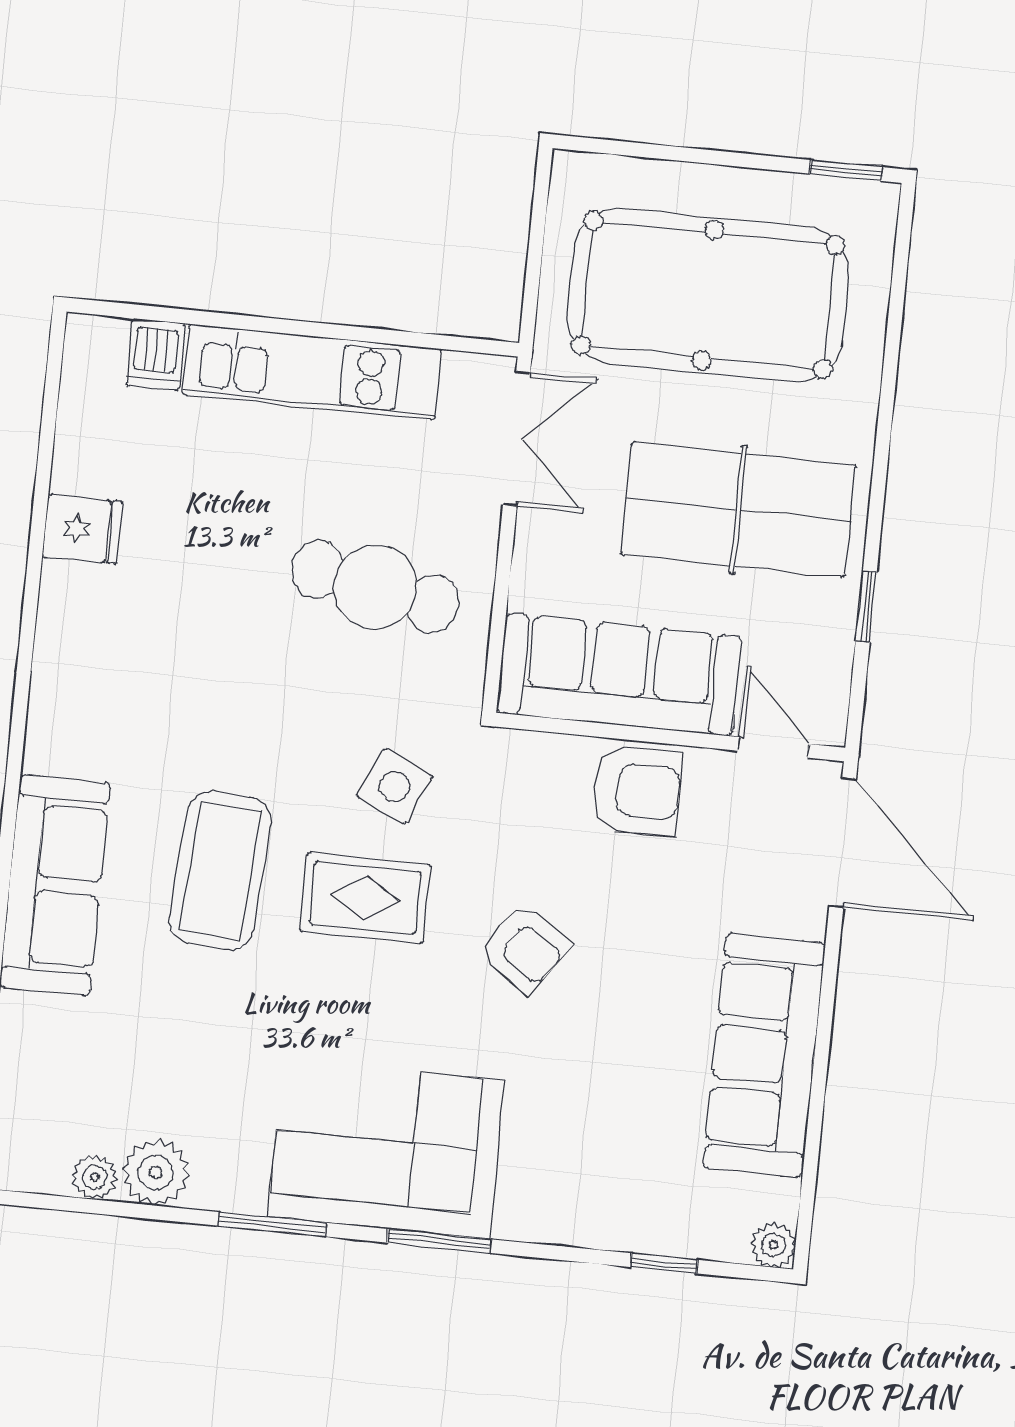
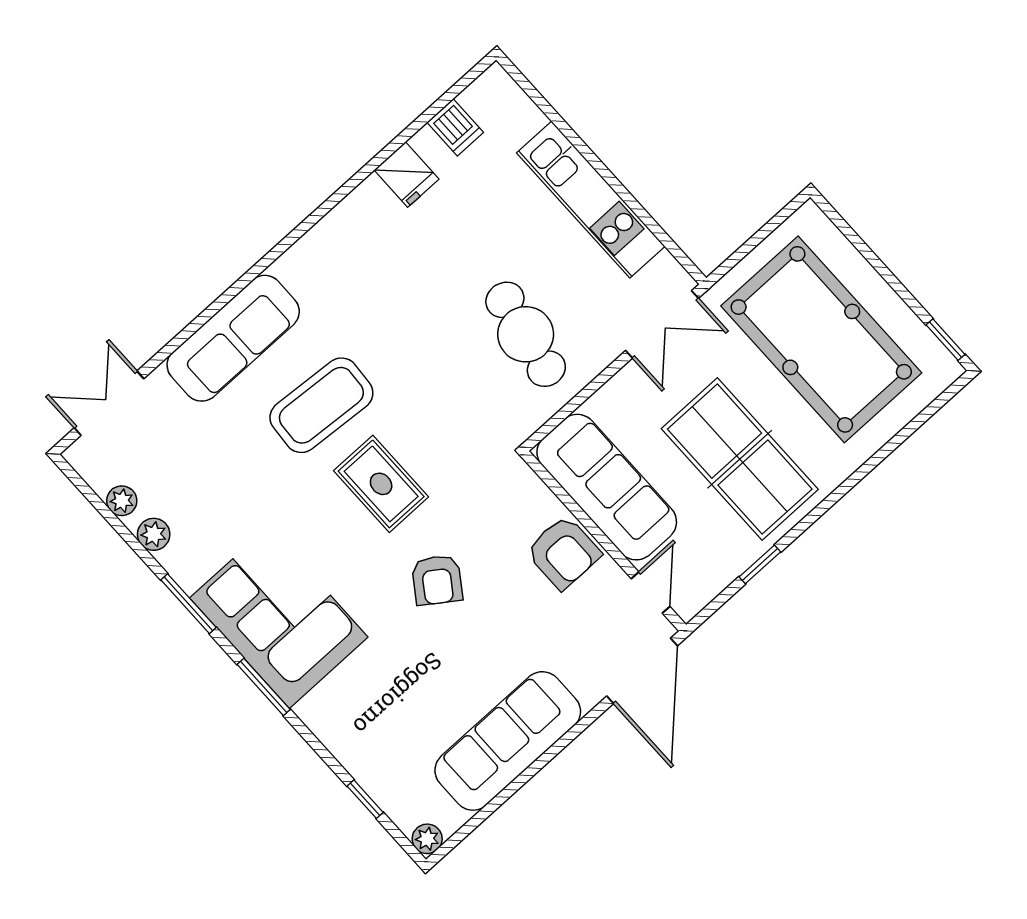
dishwasher: (155, 355) -> (455, 127), moved, turned -90
side table: (395, 786) -> (446, 442), removed
plant: (156, 1172) -> (154, 534), width x0.73, depth x0.73

